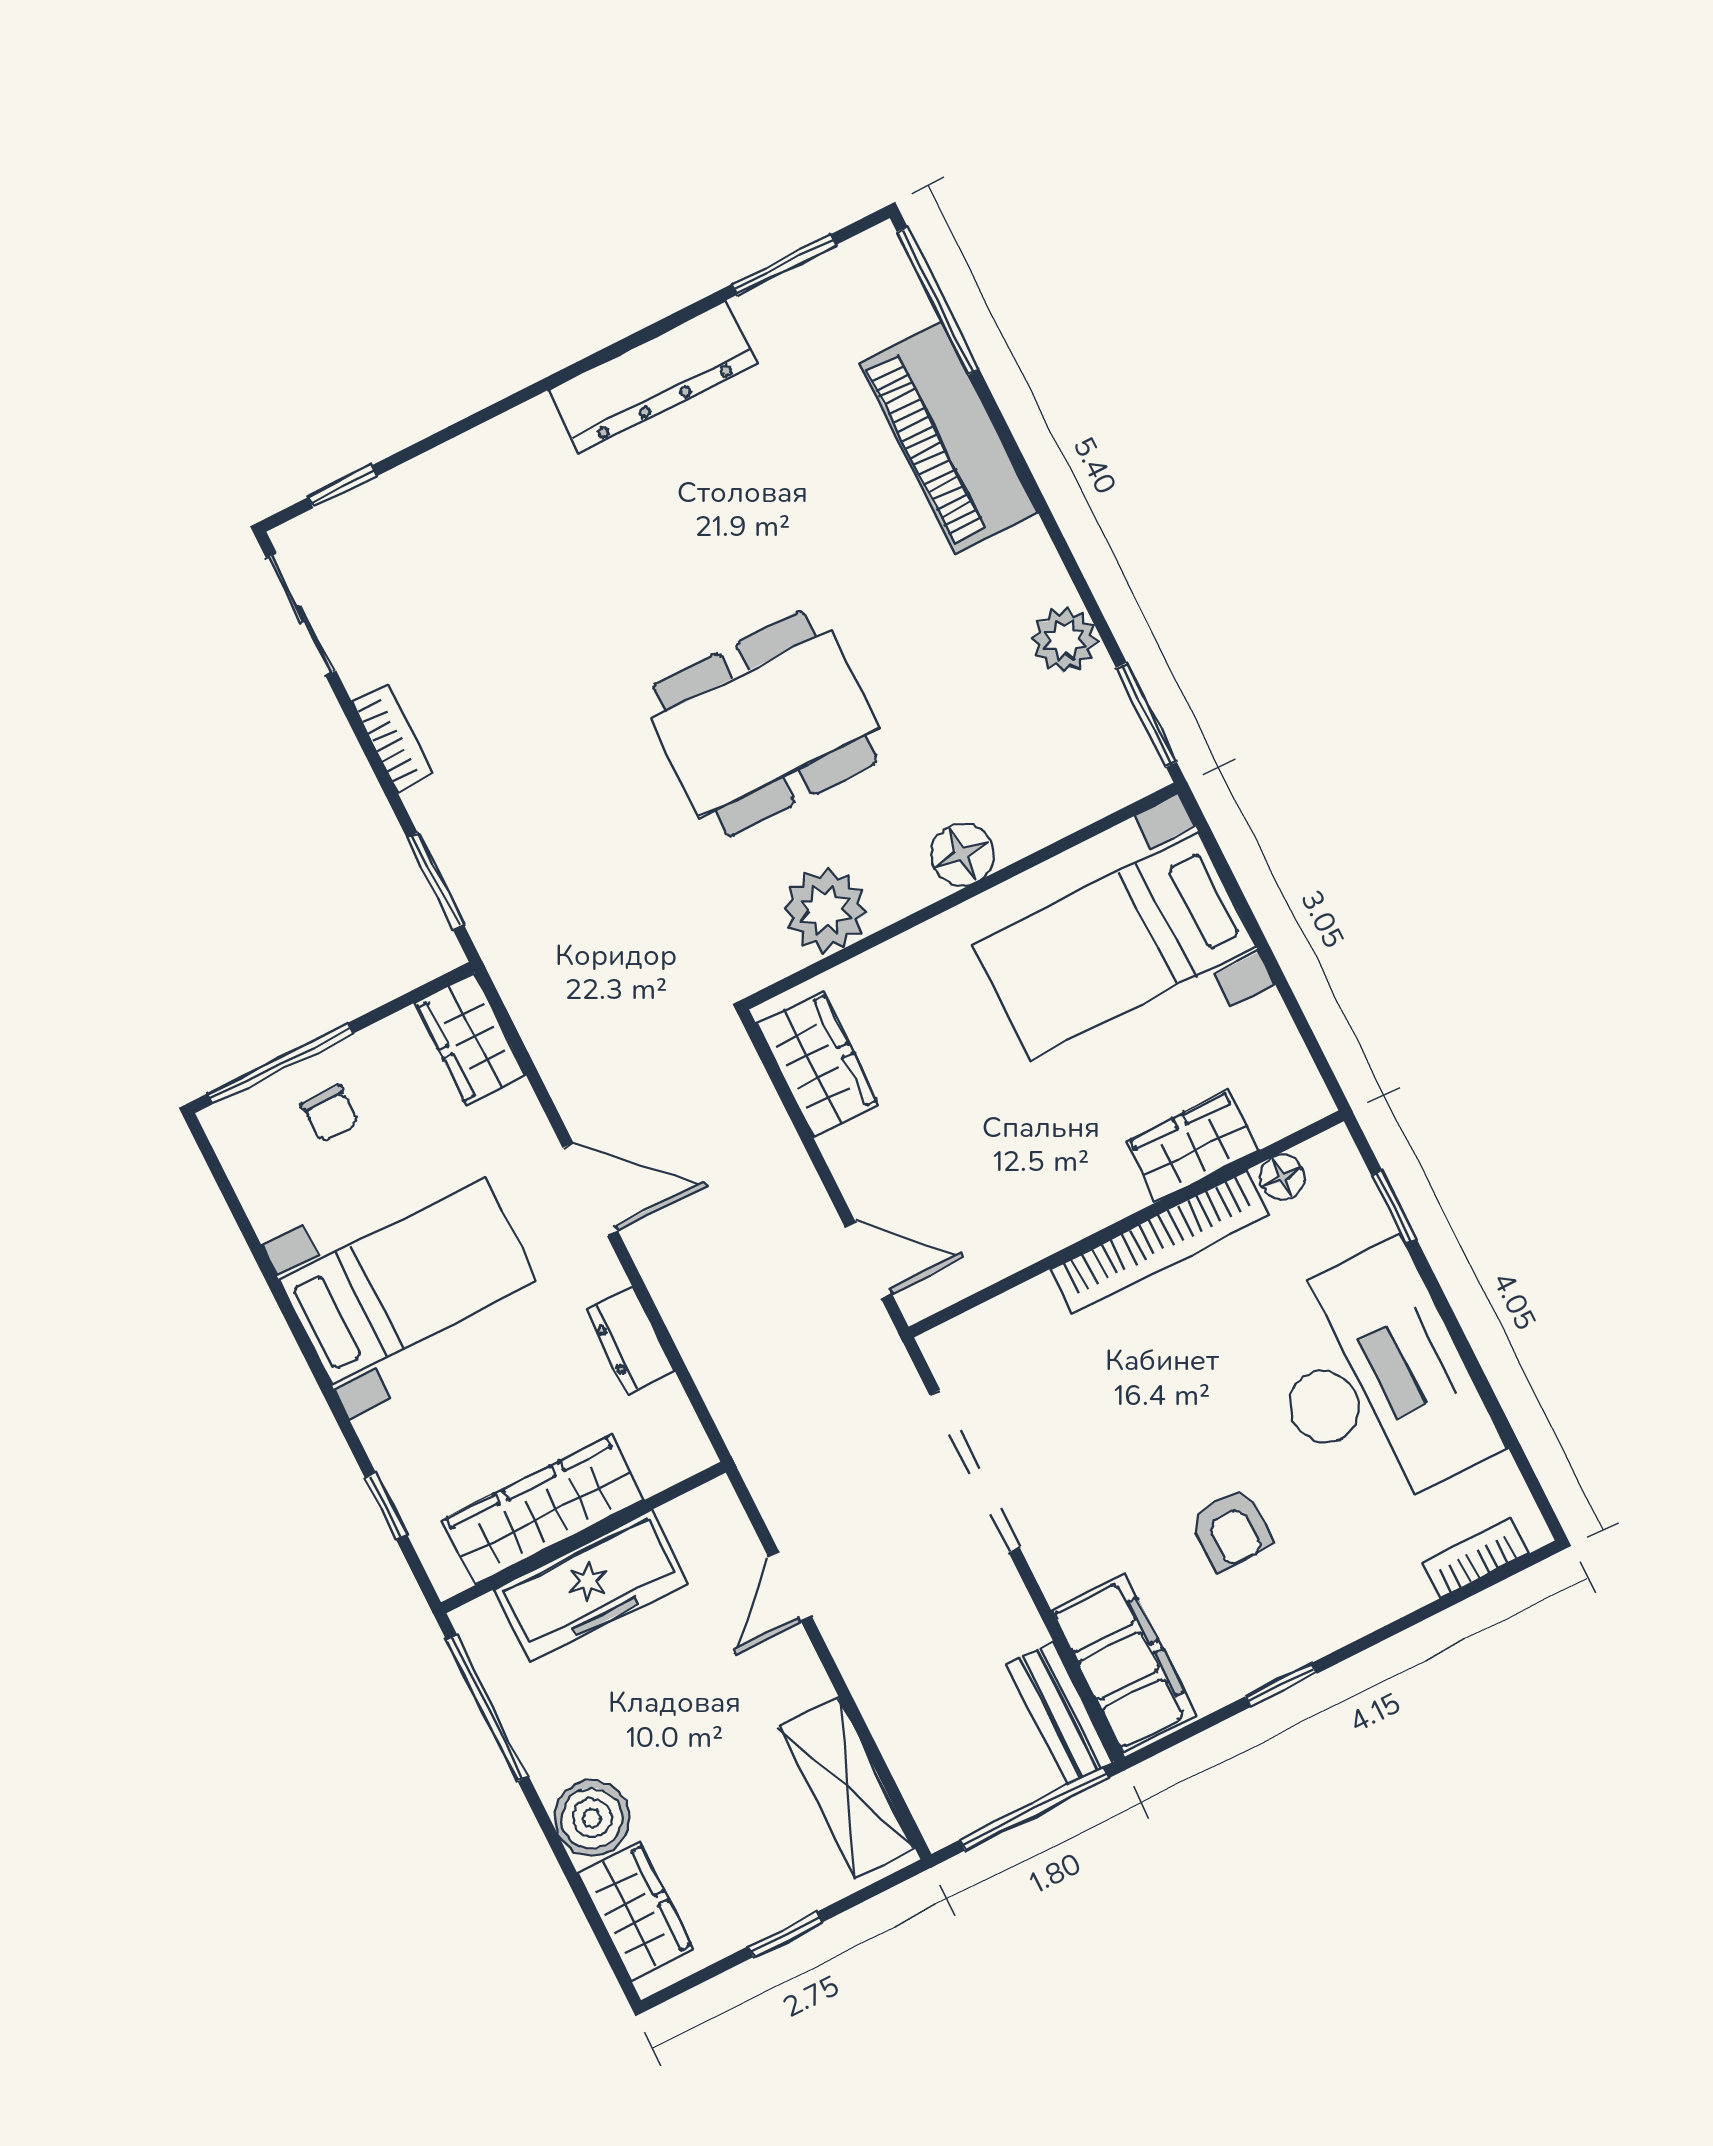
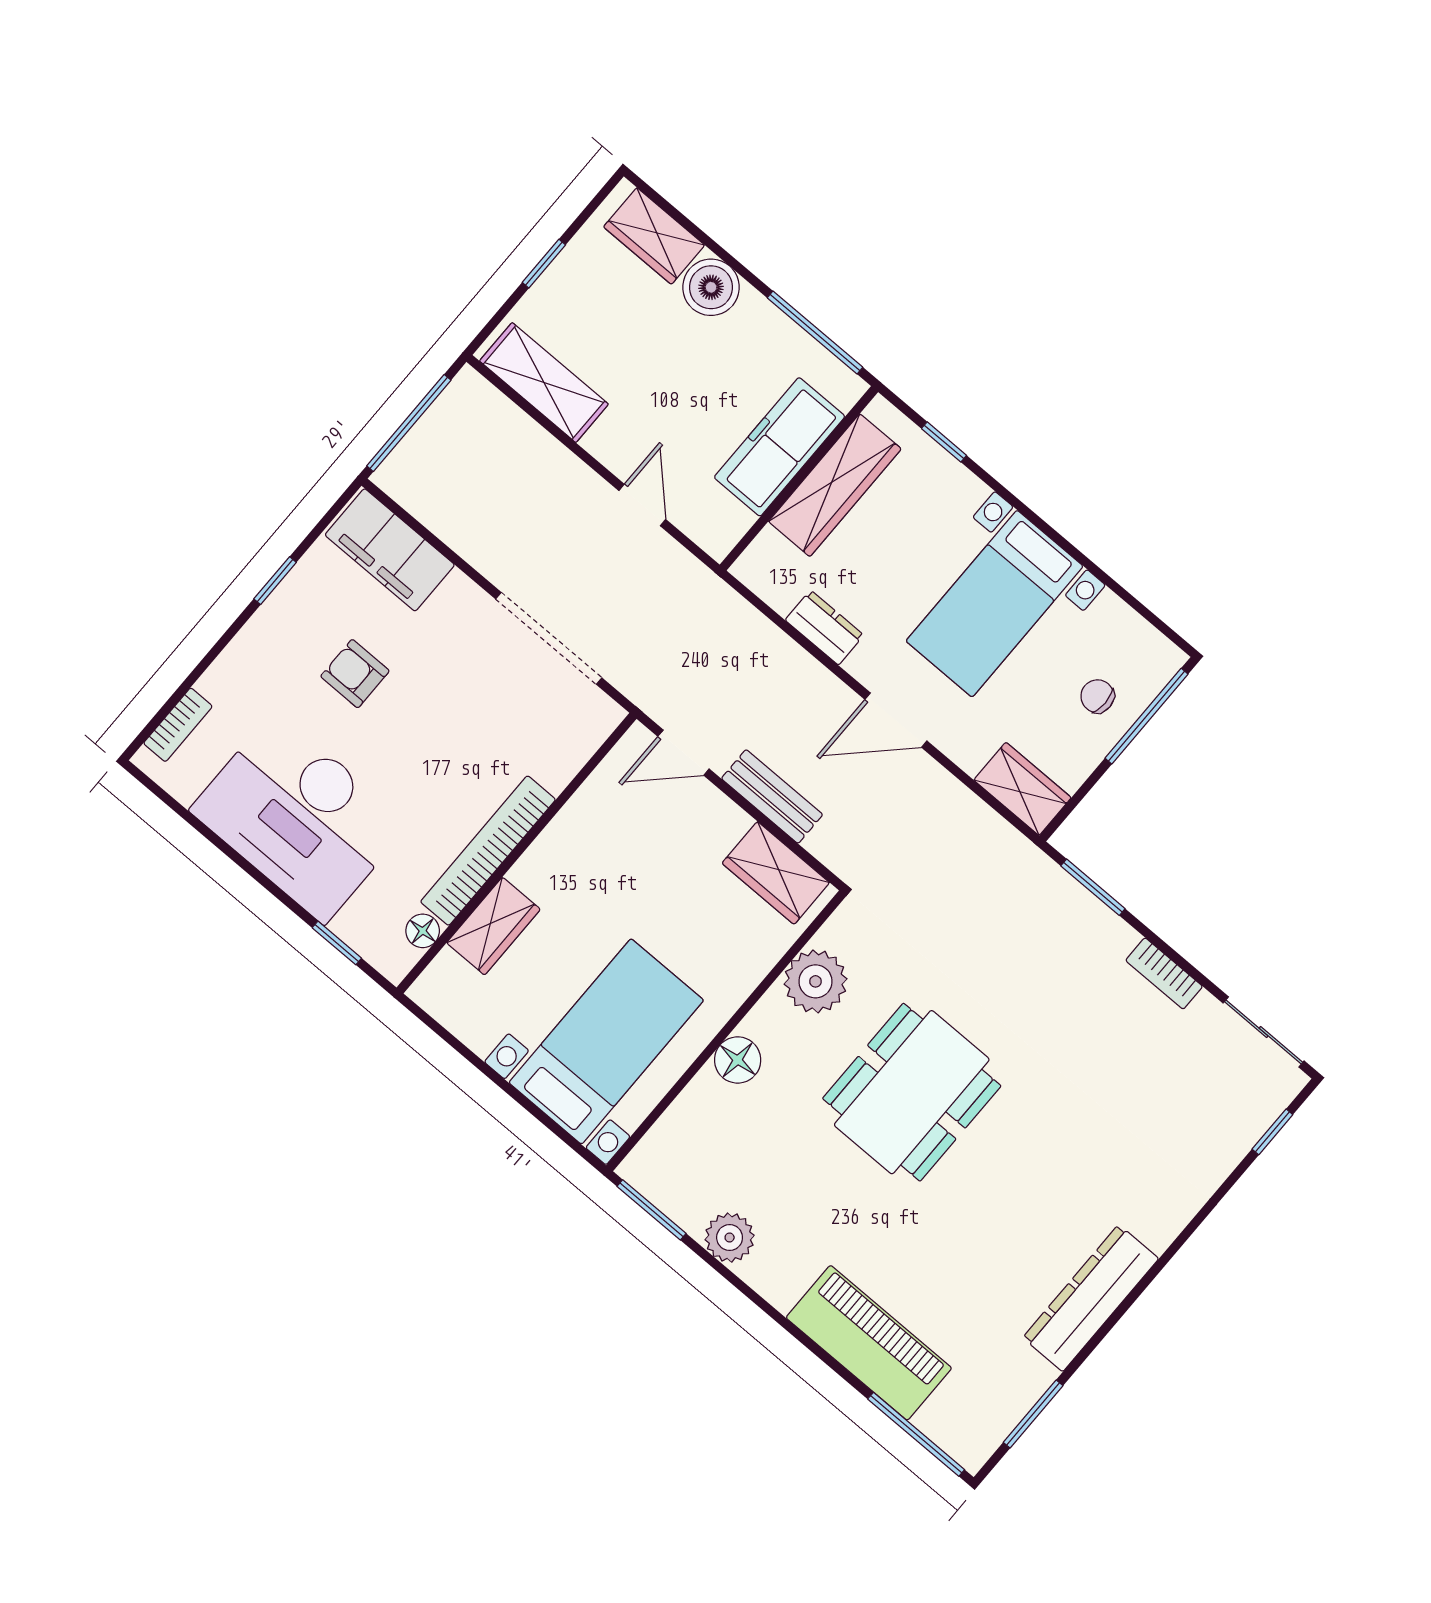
bench: (1061, 1713) -> (772, 796), moved

